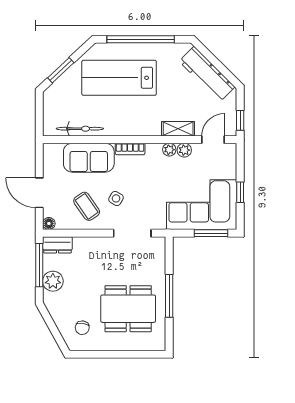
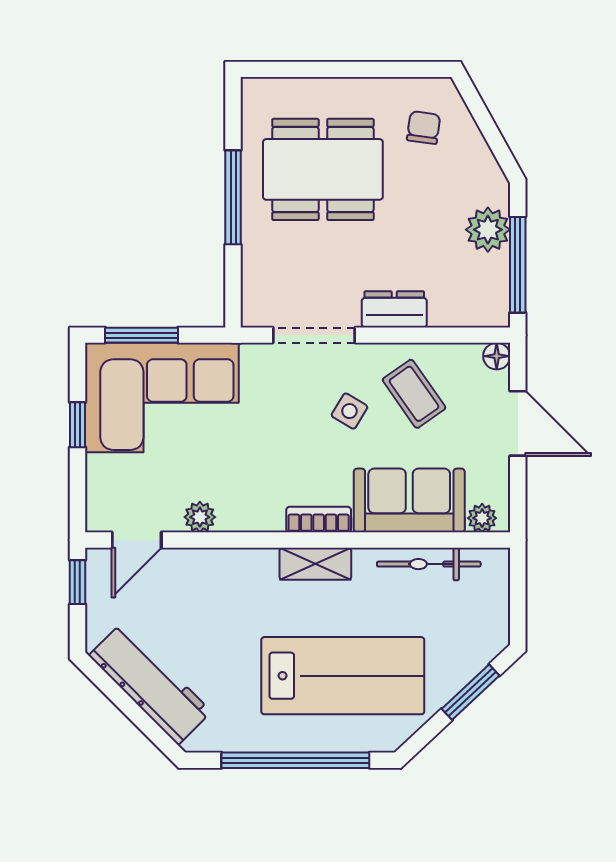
shelving: (178, 129) -> (315, 564), moved
plant: (169, 150) -> (482, 518), moved
dresser: (57, 245) -> (394, 309), moved

